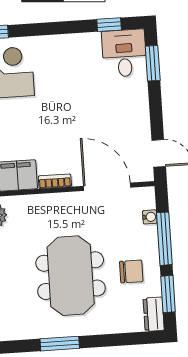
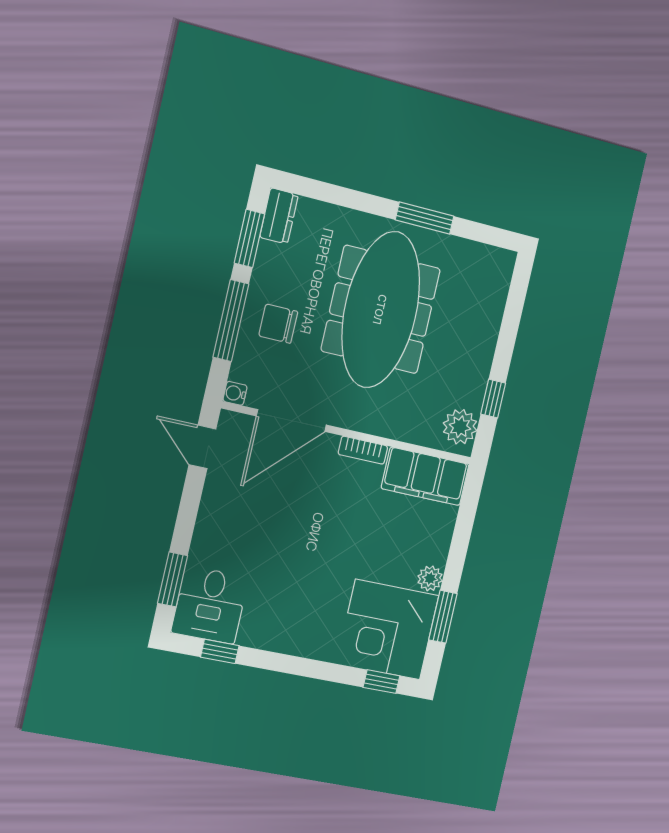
door: (107, 187) -> (292, 421), hinge flipped
water cooler: (150, 217) -> (235, 393), moved
chair: (131, 272) -> (278, 324), moved
meeting table: (71, 276) -> (381, 310), width x1.36

